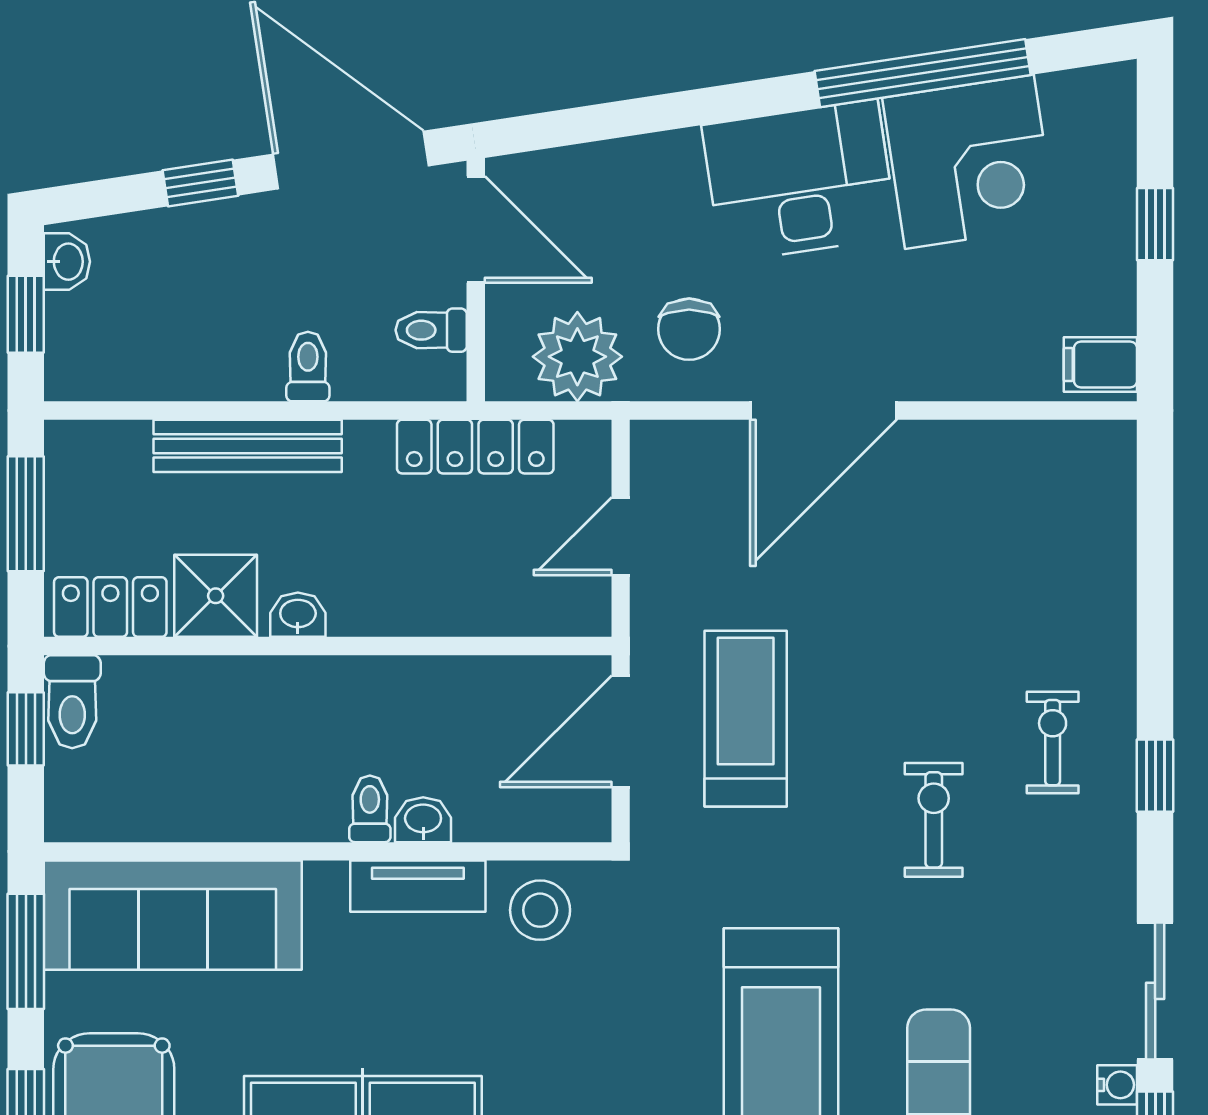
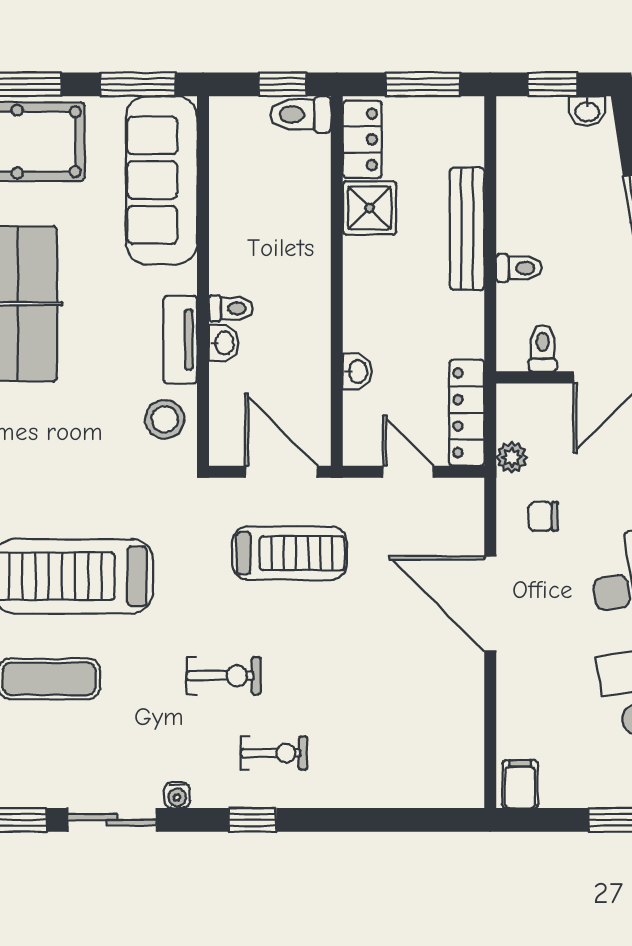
chair: (689, 329) -> (543, 516), width x0.73, depth x0.73
plant: (577, 357) -> (512, 457), width x0.53, depth x0.53
locker: (475, 447) -> (467, 413), moved
washbasin: (298, 615) -> (357, 372), moved
water cooler: (1117, 1085) -> (177, 795), moved

